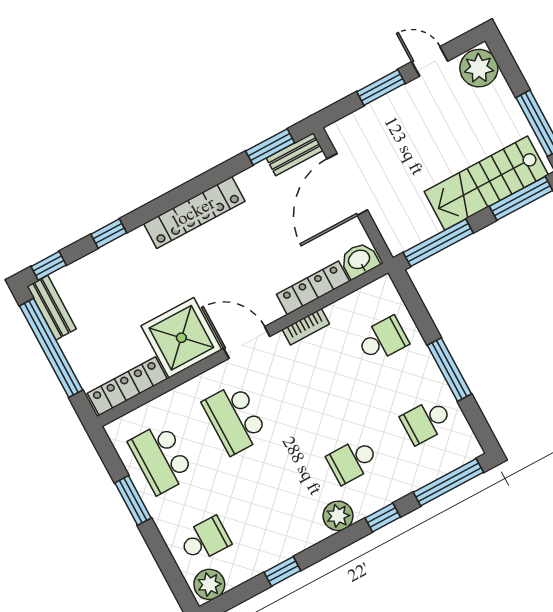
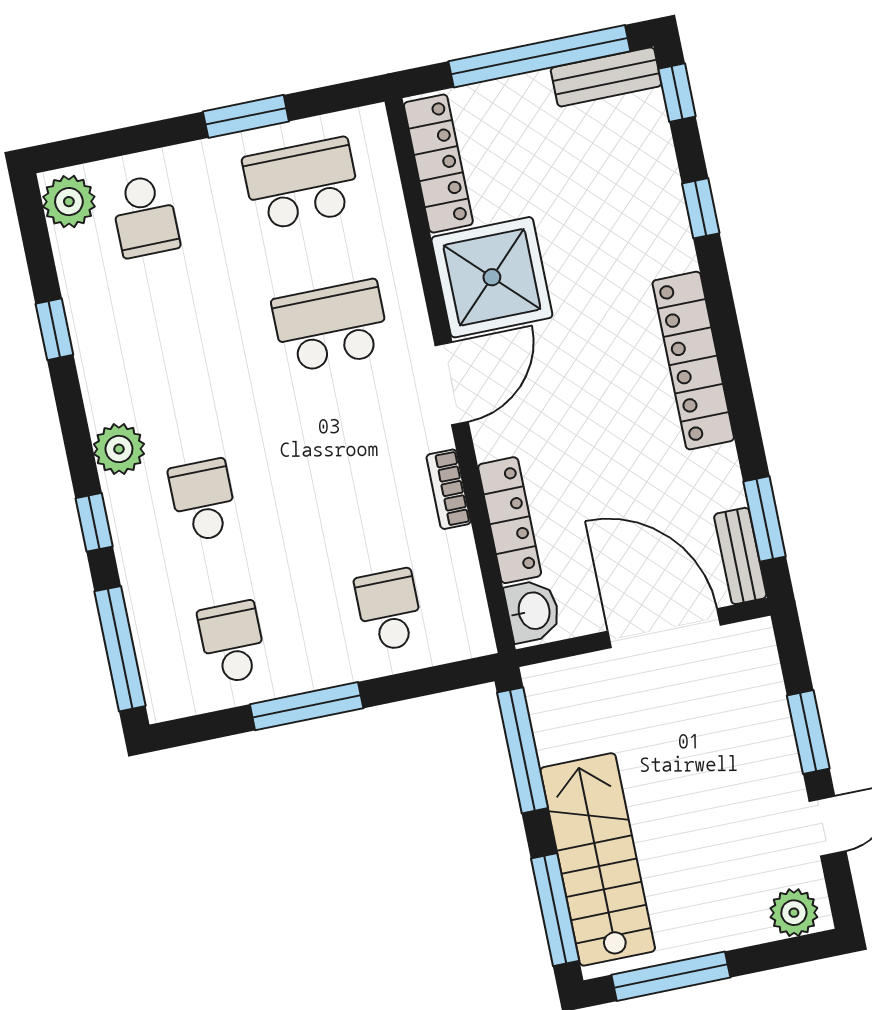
plant: (479, 68) -> (794, 913), width x0.73, depth x0.73
school desk: (383, 340) -> (389, 610), turned 180

